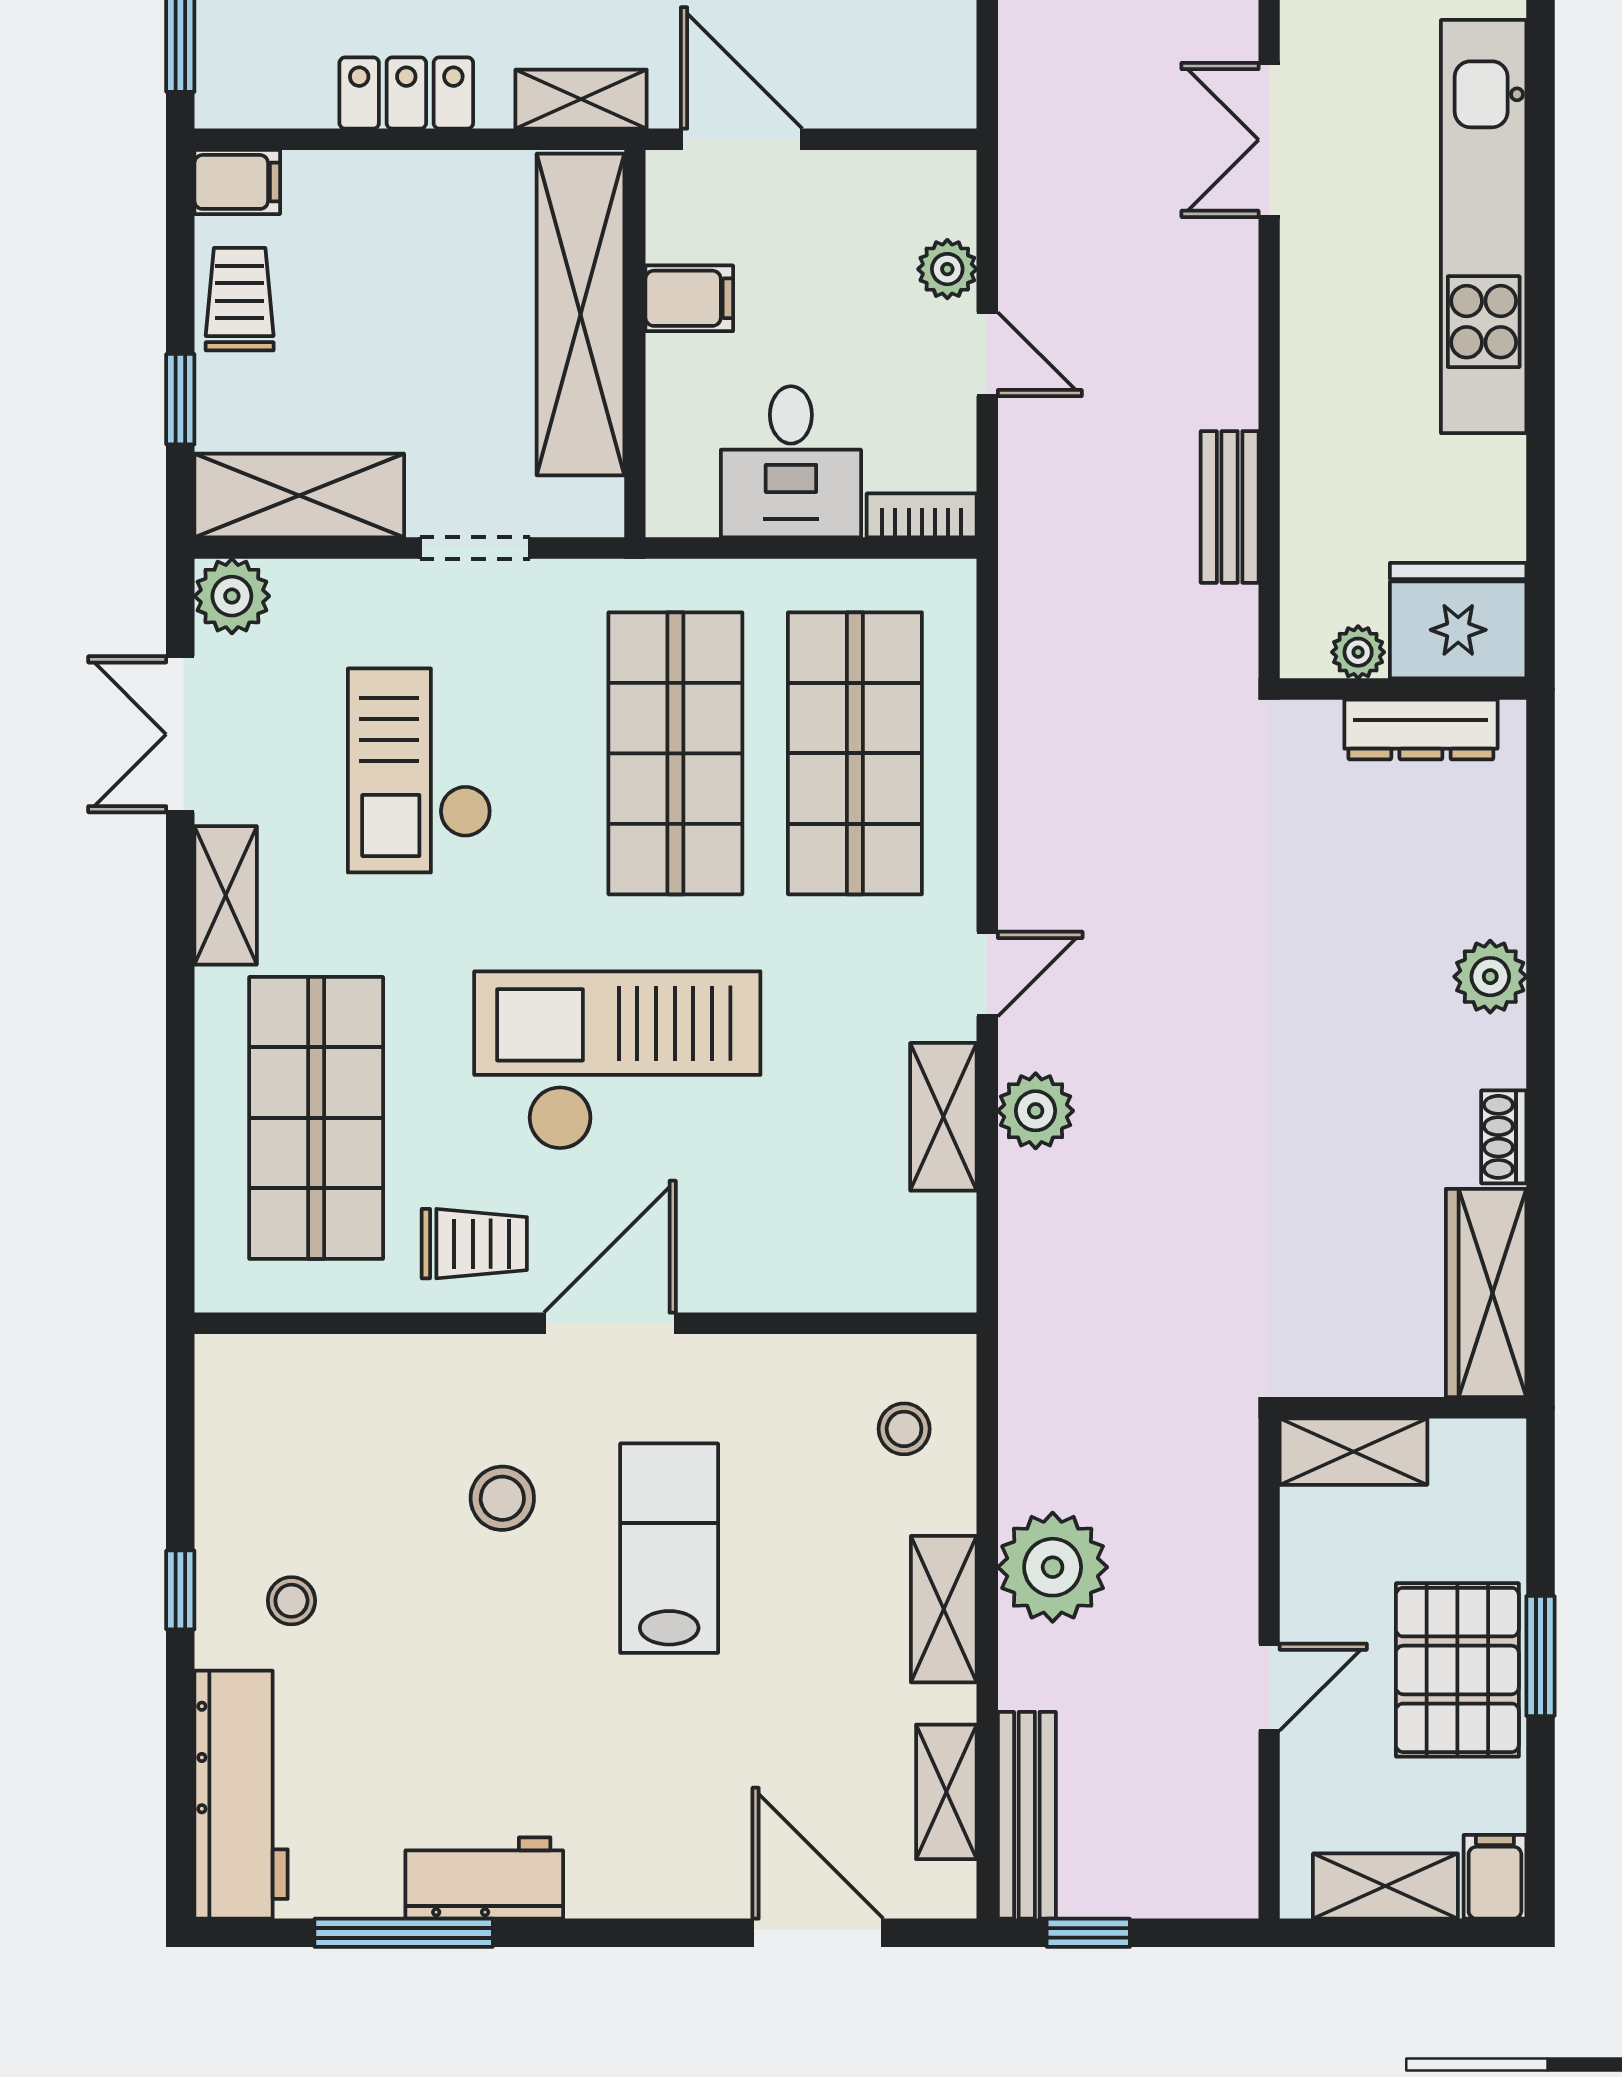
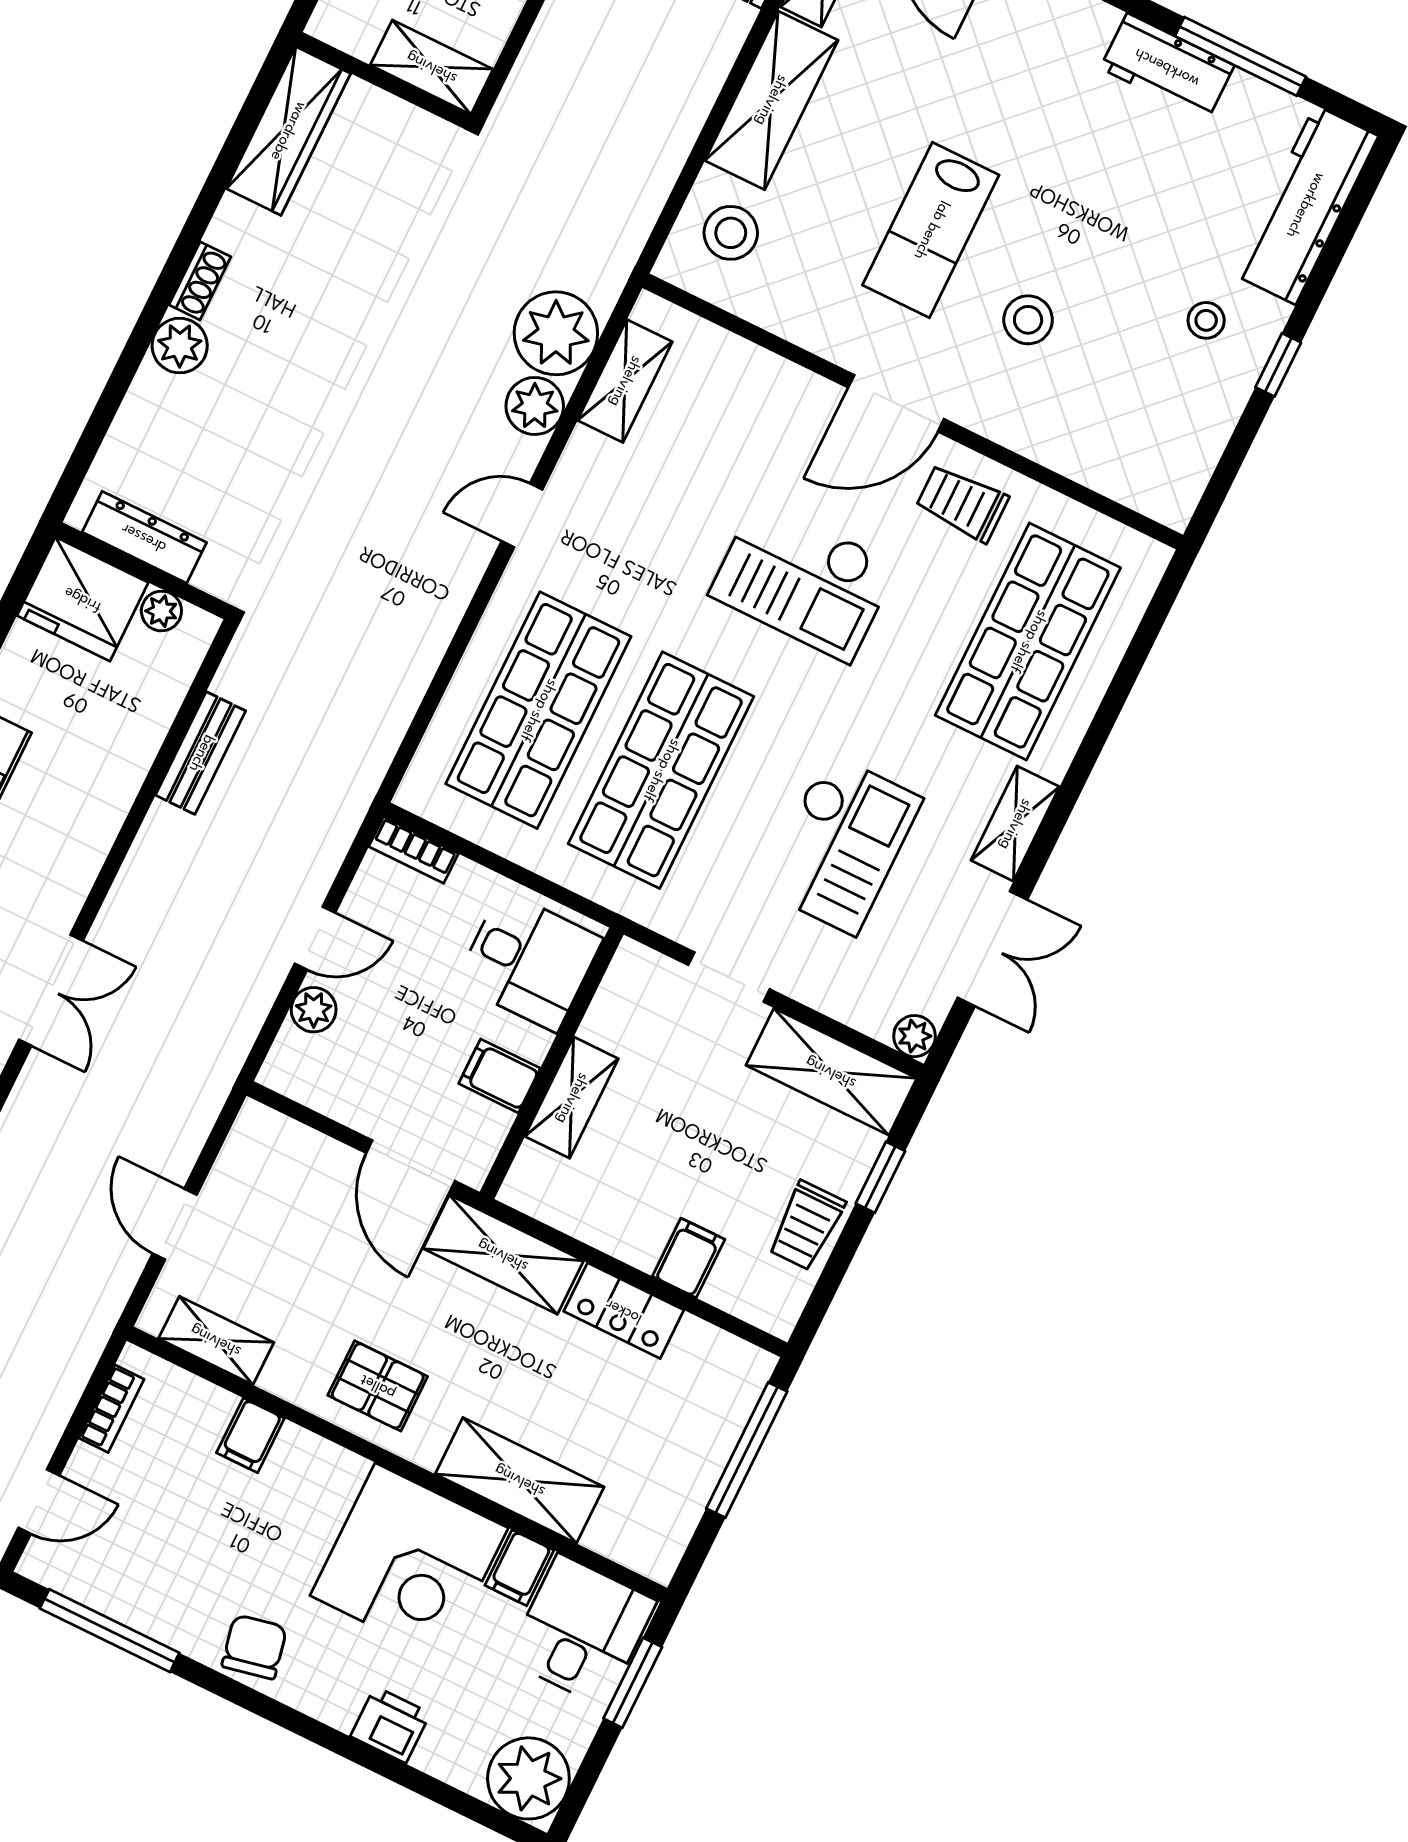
shelving: (581, 99) -> (503, 1255), width x1.50, depth x1.33
filing cabinet: (237, 182) -> (689, 1258), moved, turned 90
shelving: (580, 314) -> (572, 1098), width x0.45, depth x0.75
door: (987, 354) -> (315, 938), swing flipped
desk: (791, 462) -> (529, 961), moved, turned 90
plant: (232, 596) -> (915, 1036), width x0.73, depth x0.73
checkout: (617, 1061) -> (803, 580), width x0.73, depth x0.83
shelving: (943, 1117) -> (625, 381), moved
shoe rack: (1504, 1137) -> (200, 281), moved
stool: (904, 1429) -> (731, 233), width x1.37, depth x1.37
plant: (1053, 1567) -> (556, 333), moved
shelving: (944, 1609) -> (771, 100), width x1.50, depth x1.33

